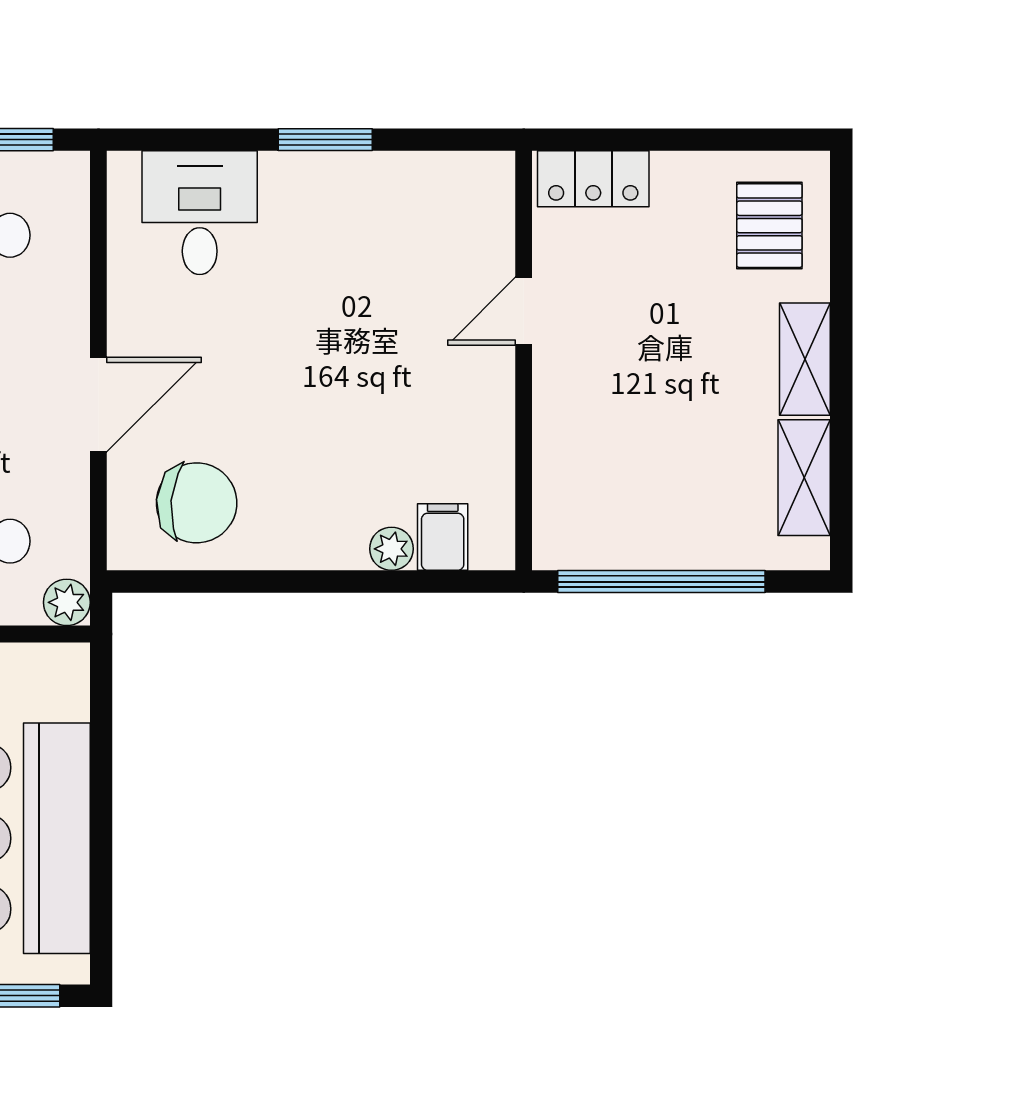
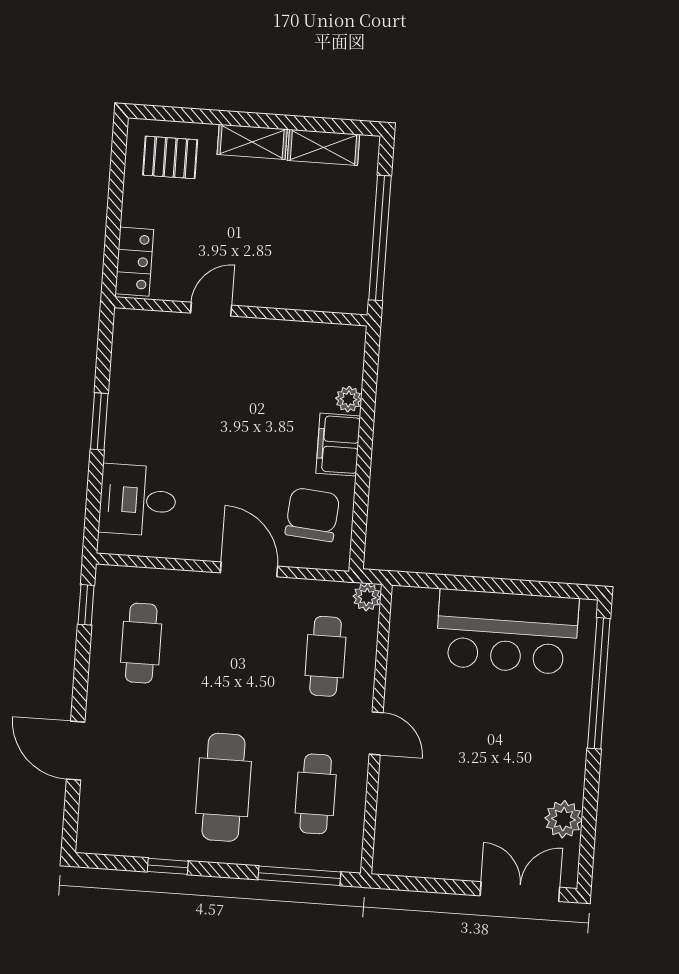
door: (524, 311) -> (211, 309), swing flipped
filing cabinet: (443, 537) -> (338, 445), moved, width x2.00

